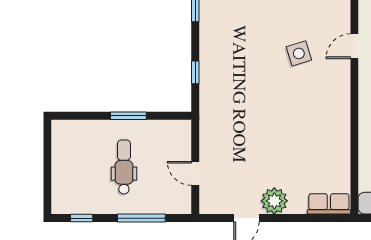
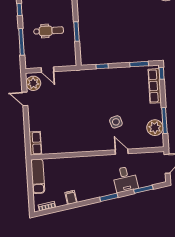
door: (195, 173) -> (47, 70), swing flipped
plant: (274, 201) -> (33, 83), moved

